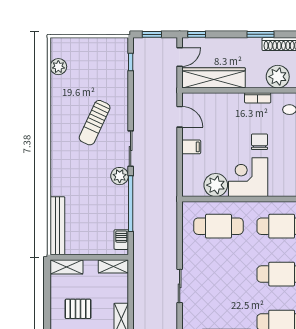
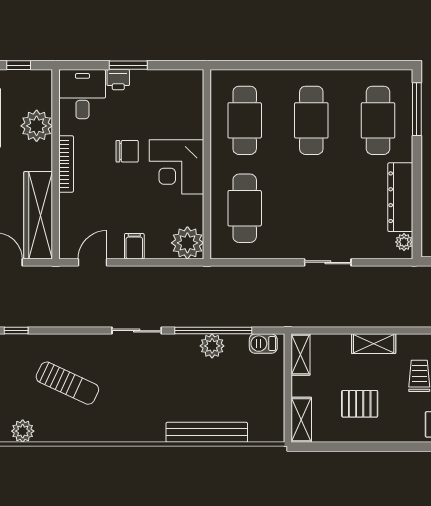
bookcase: (258, 98) -> (66, 164), width x1.56
sun lounger: (95, 123) -> (67, 383), moved
chair: (259, 142) -> (127, 151), turned 180
plant: (120, 176) -> (212, 346), moved
plant: (216, 185) -> (187, 243), moved
bench: (57, 226) -> (207, 432), moved
pallet: (78, 309) -> (360, 404), turned 90

